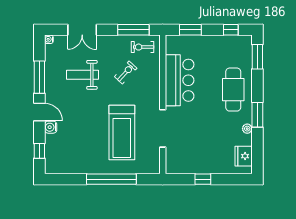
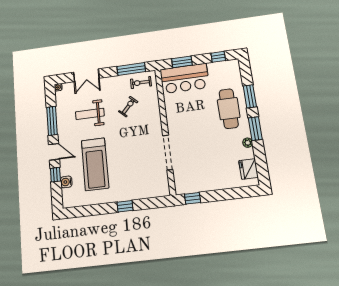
window: (257, 57) -> (250, 96), moved
bar counter: (180, 80) -> (185, 78), moved, turned 90
water cooler: (51, 127) -> (66, 182), moved
treadmill: (122, 133) -> (95, 164), moved
window: (39, 151) -> (55, 175), moved
window: (111, 179) -> (125, 206), width x0.32
window: (203, 179) -> (193, 198), moved

